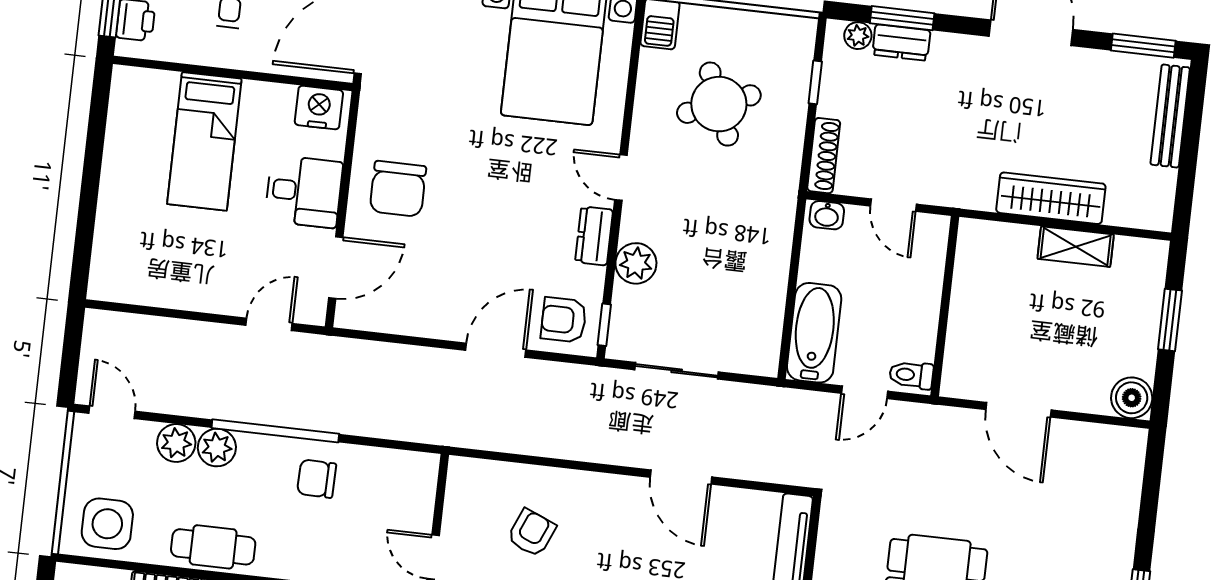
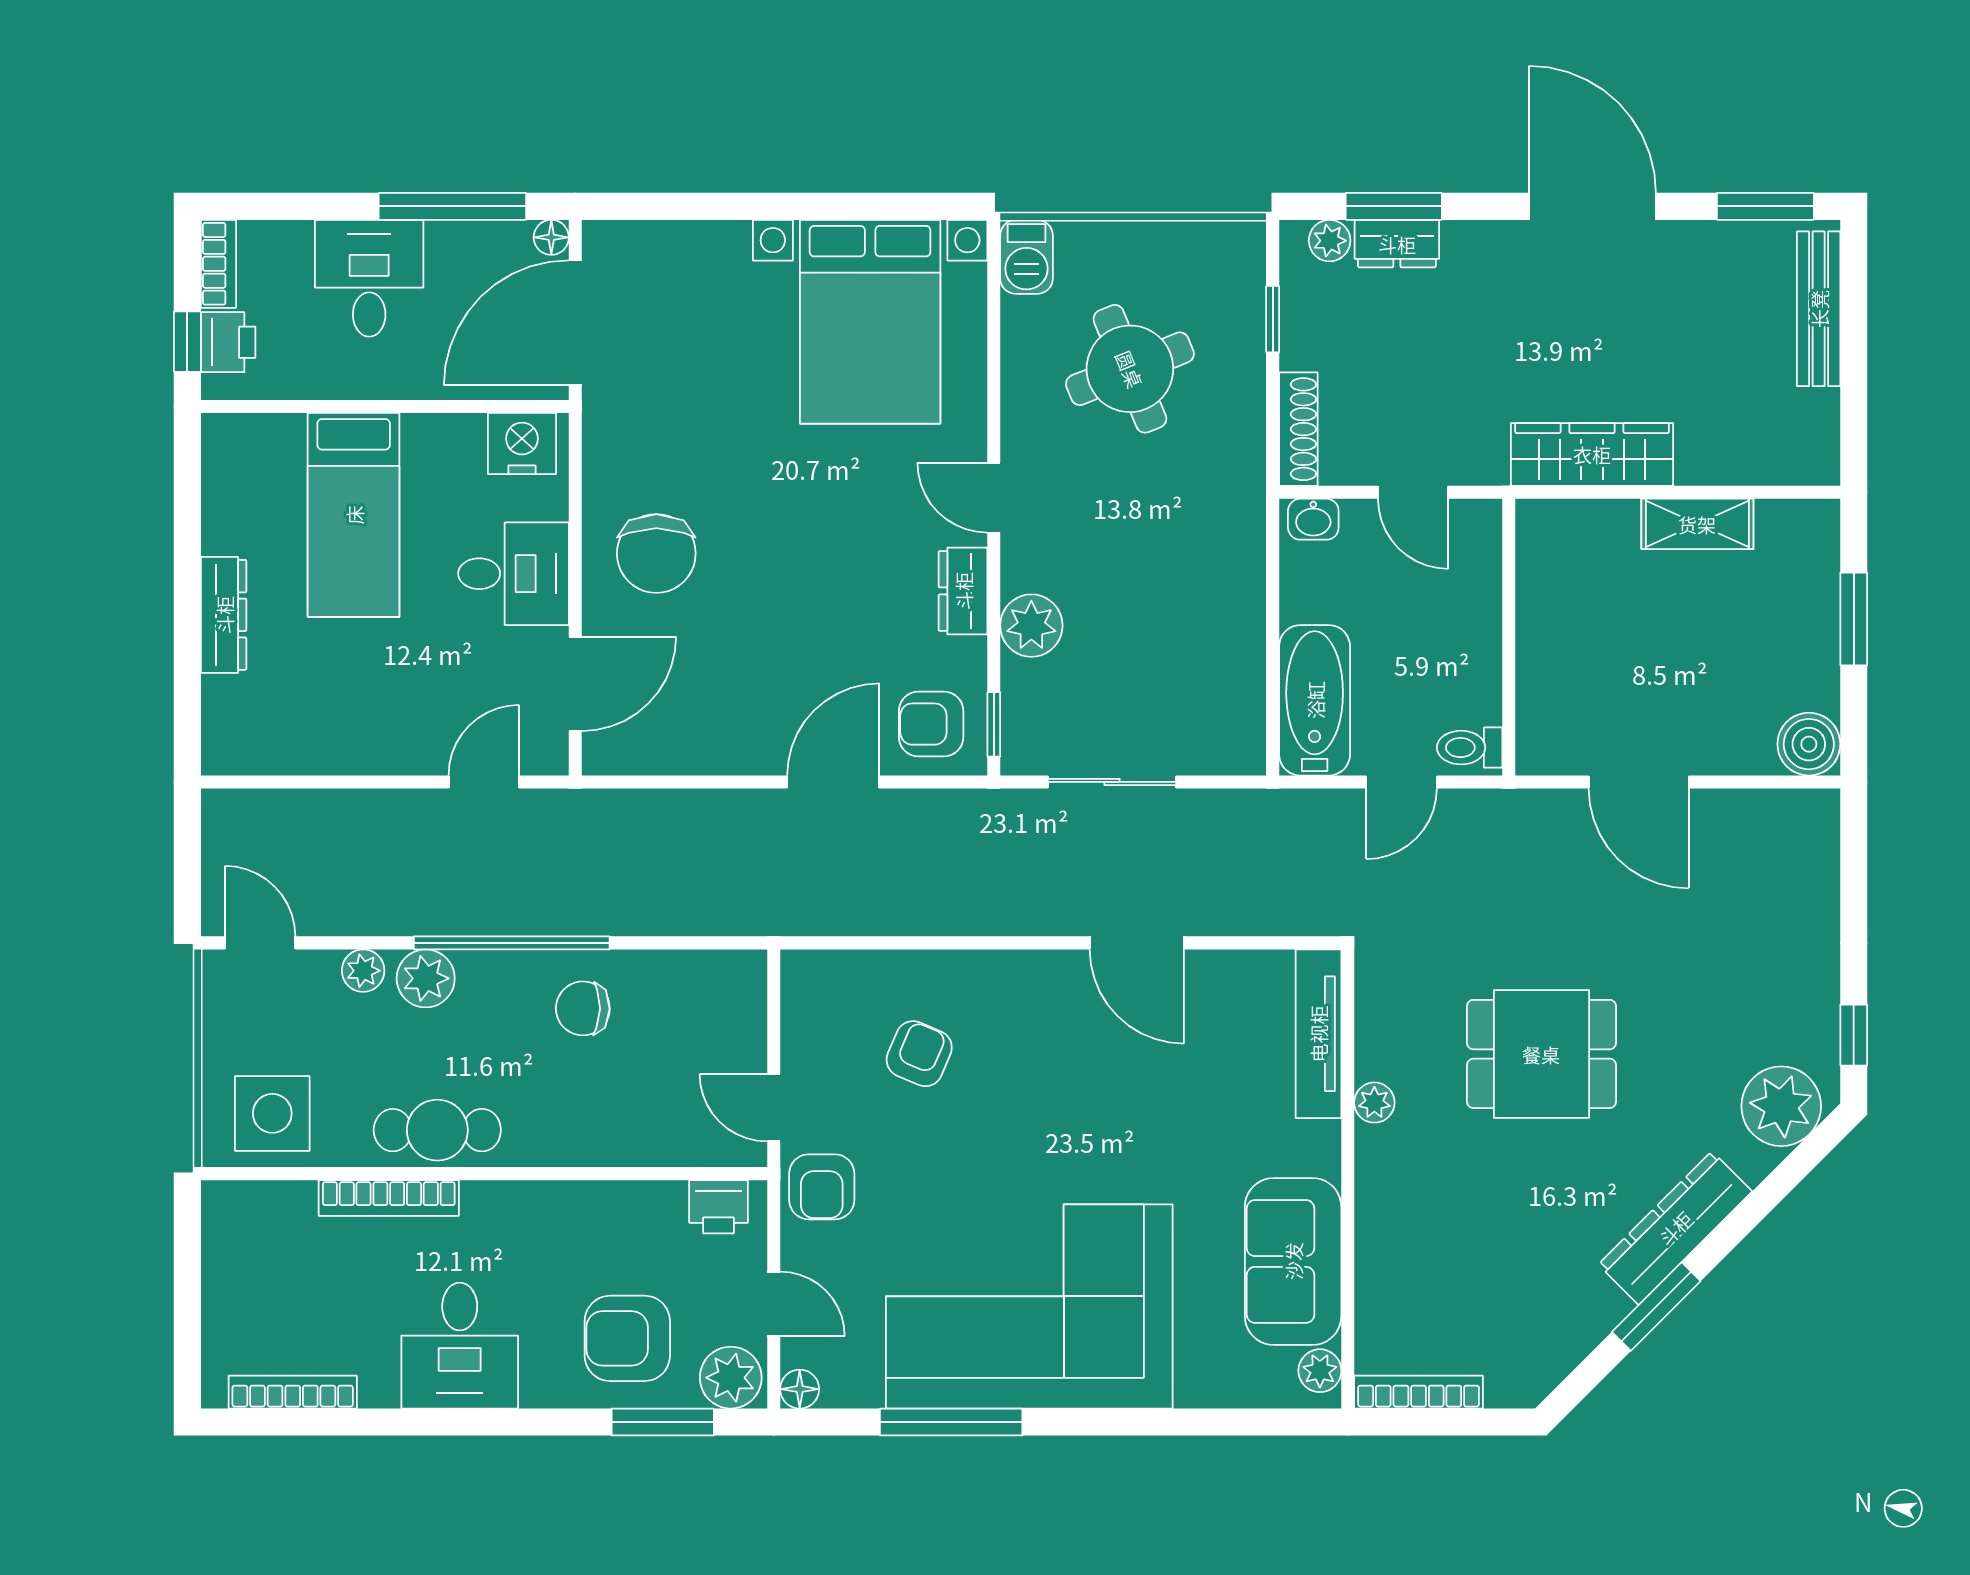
dresser: (113, 197) -> (224, 615), added
wardrobe: (1051, 198) -> (1592, 454), moved
plant: (176, 443) -> (363, 971), width x0.73, depth x0.73

